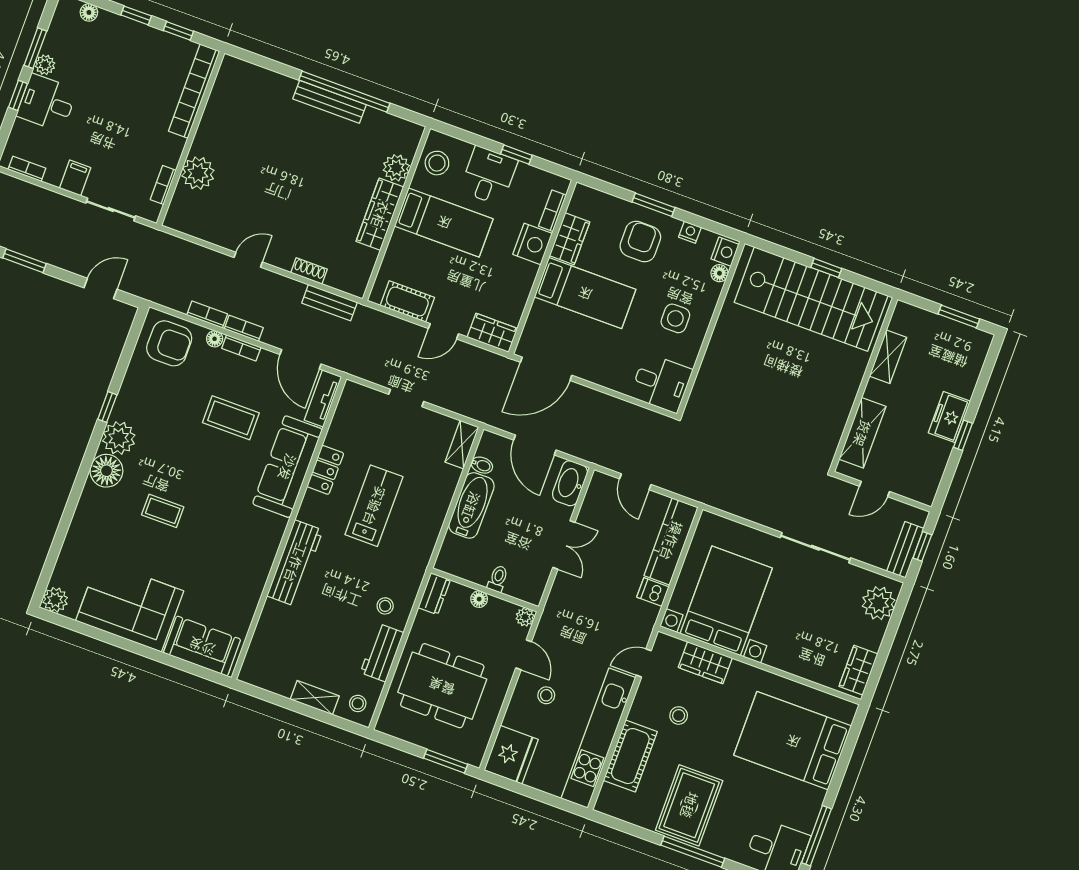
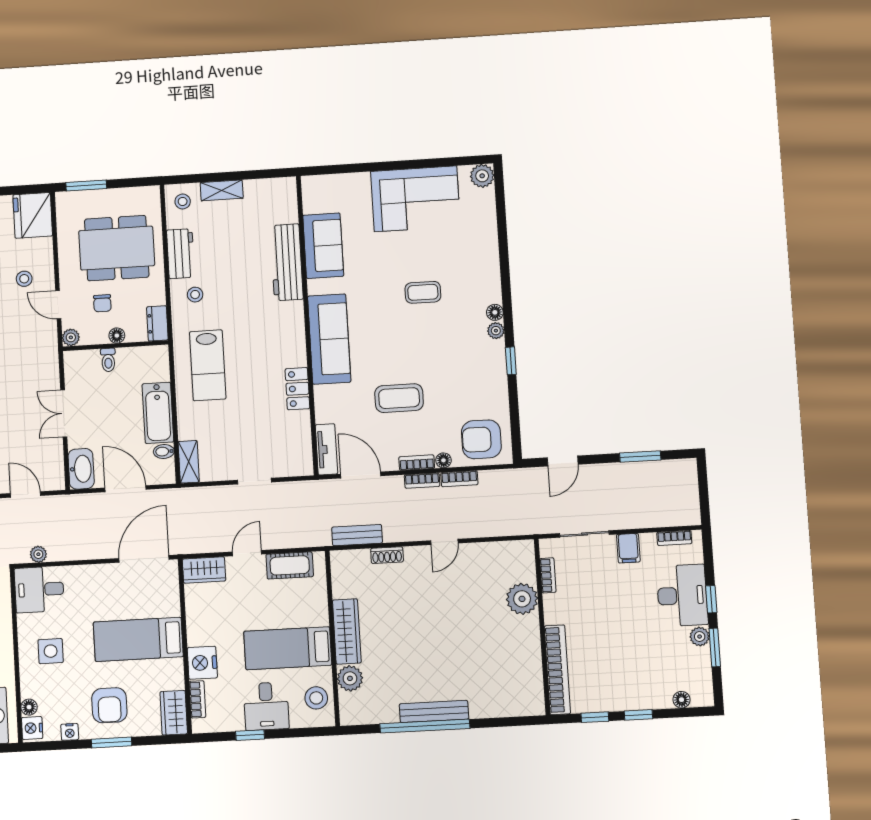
desk: (47, 103) -> (682, 595), width x1.37
wardrobe: (570, 239) -> (174, 713), moved
plant: (647, 418) -> (38, 554), added
plant: (119, 438) -> (496, 331), width x0.53, depth x0.53
sofa: (287, 467) -> (329, 339), moved
floor lamp: (106, 471) -> (495, 312), width x0.53, depth x0.53
lab bench: (374, 506) -> (208, 365), moved
workbench: (295, 563) -> (287, 262), moved
chair: (480, 637) -> (102, 303), added
sofa: (202, 646) -> (323, 246), moved, turned -90

